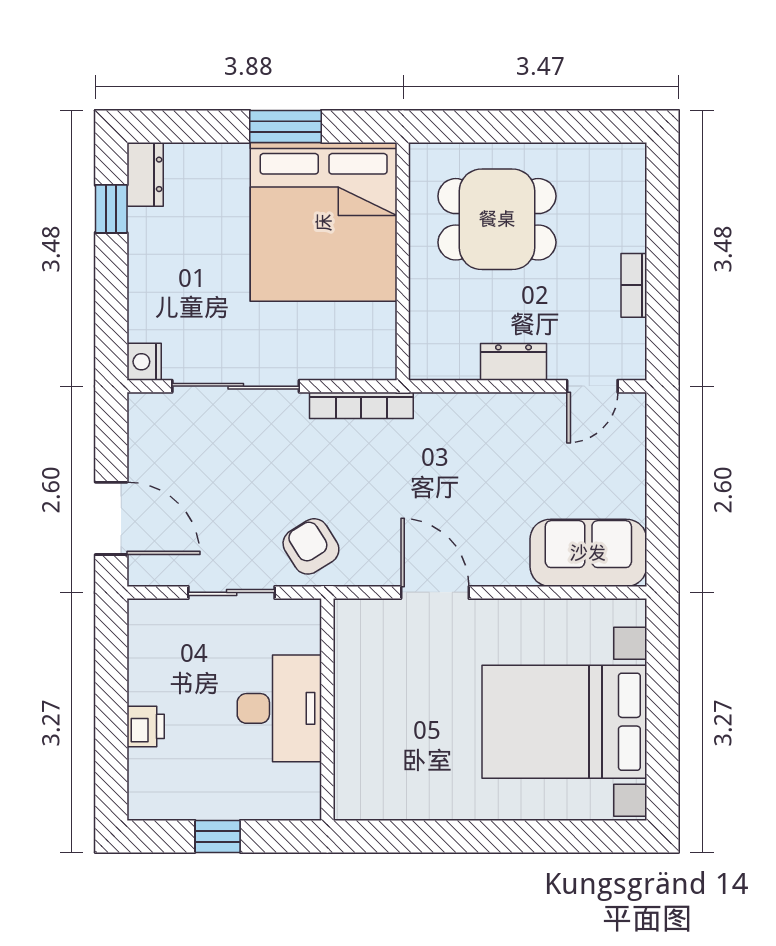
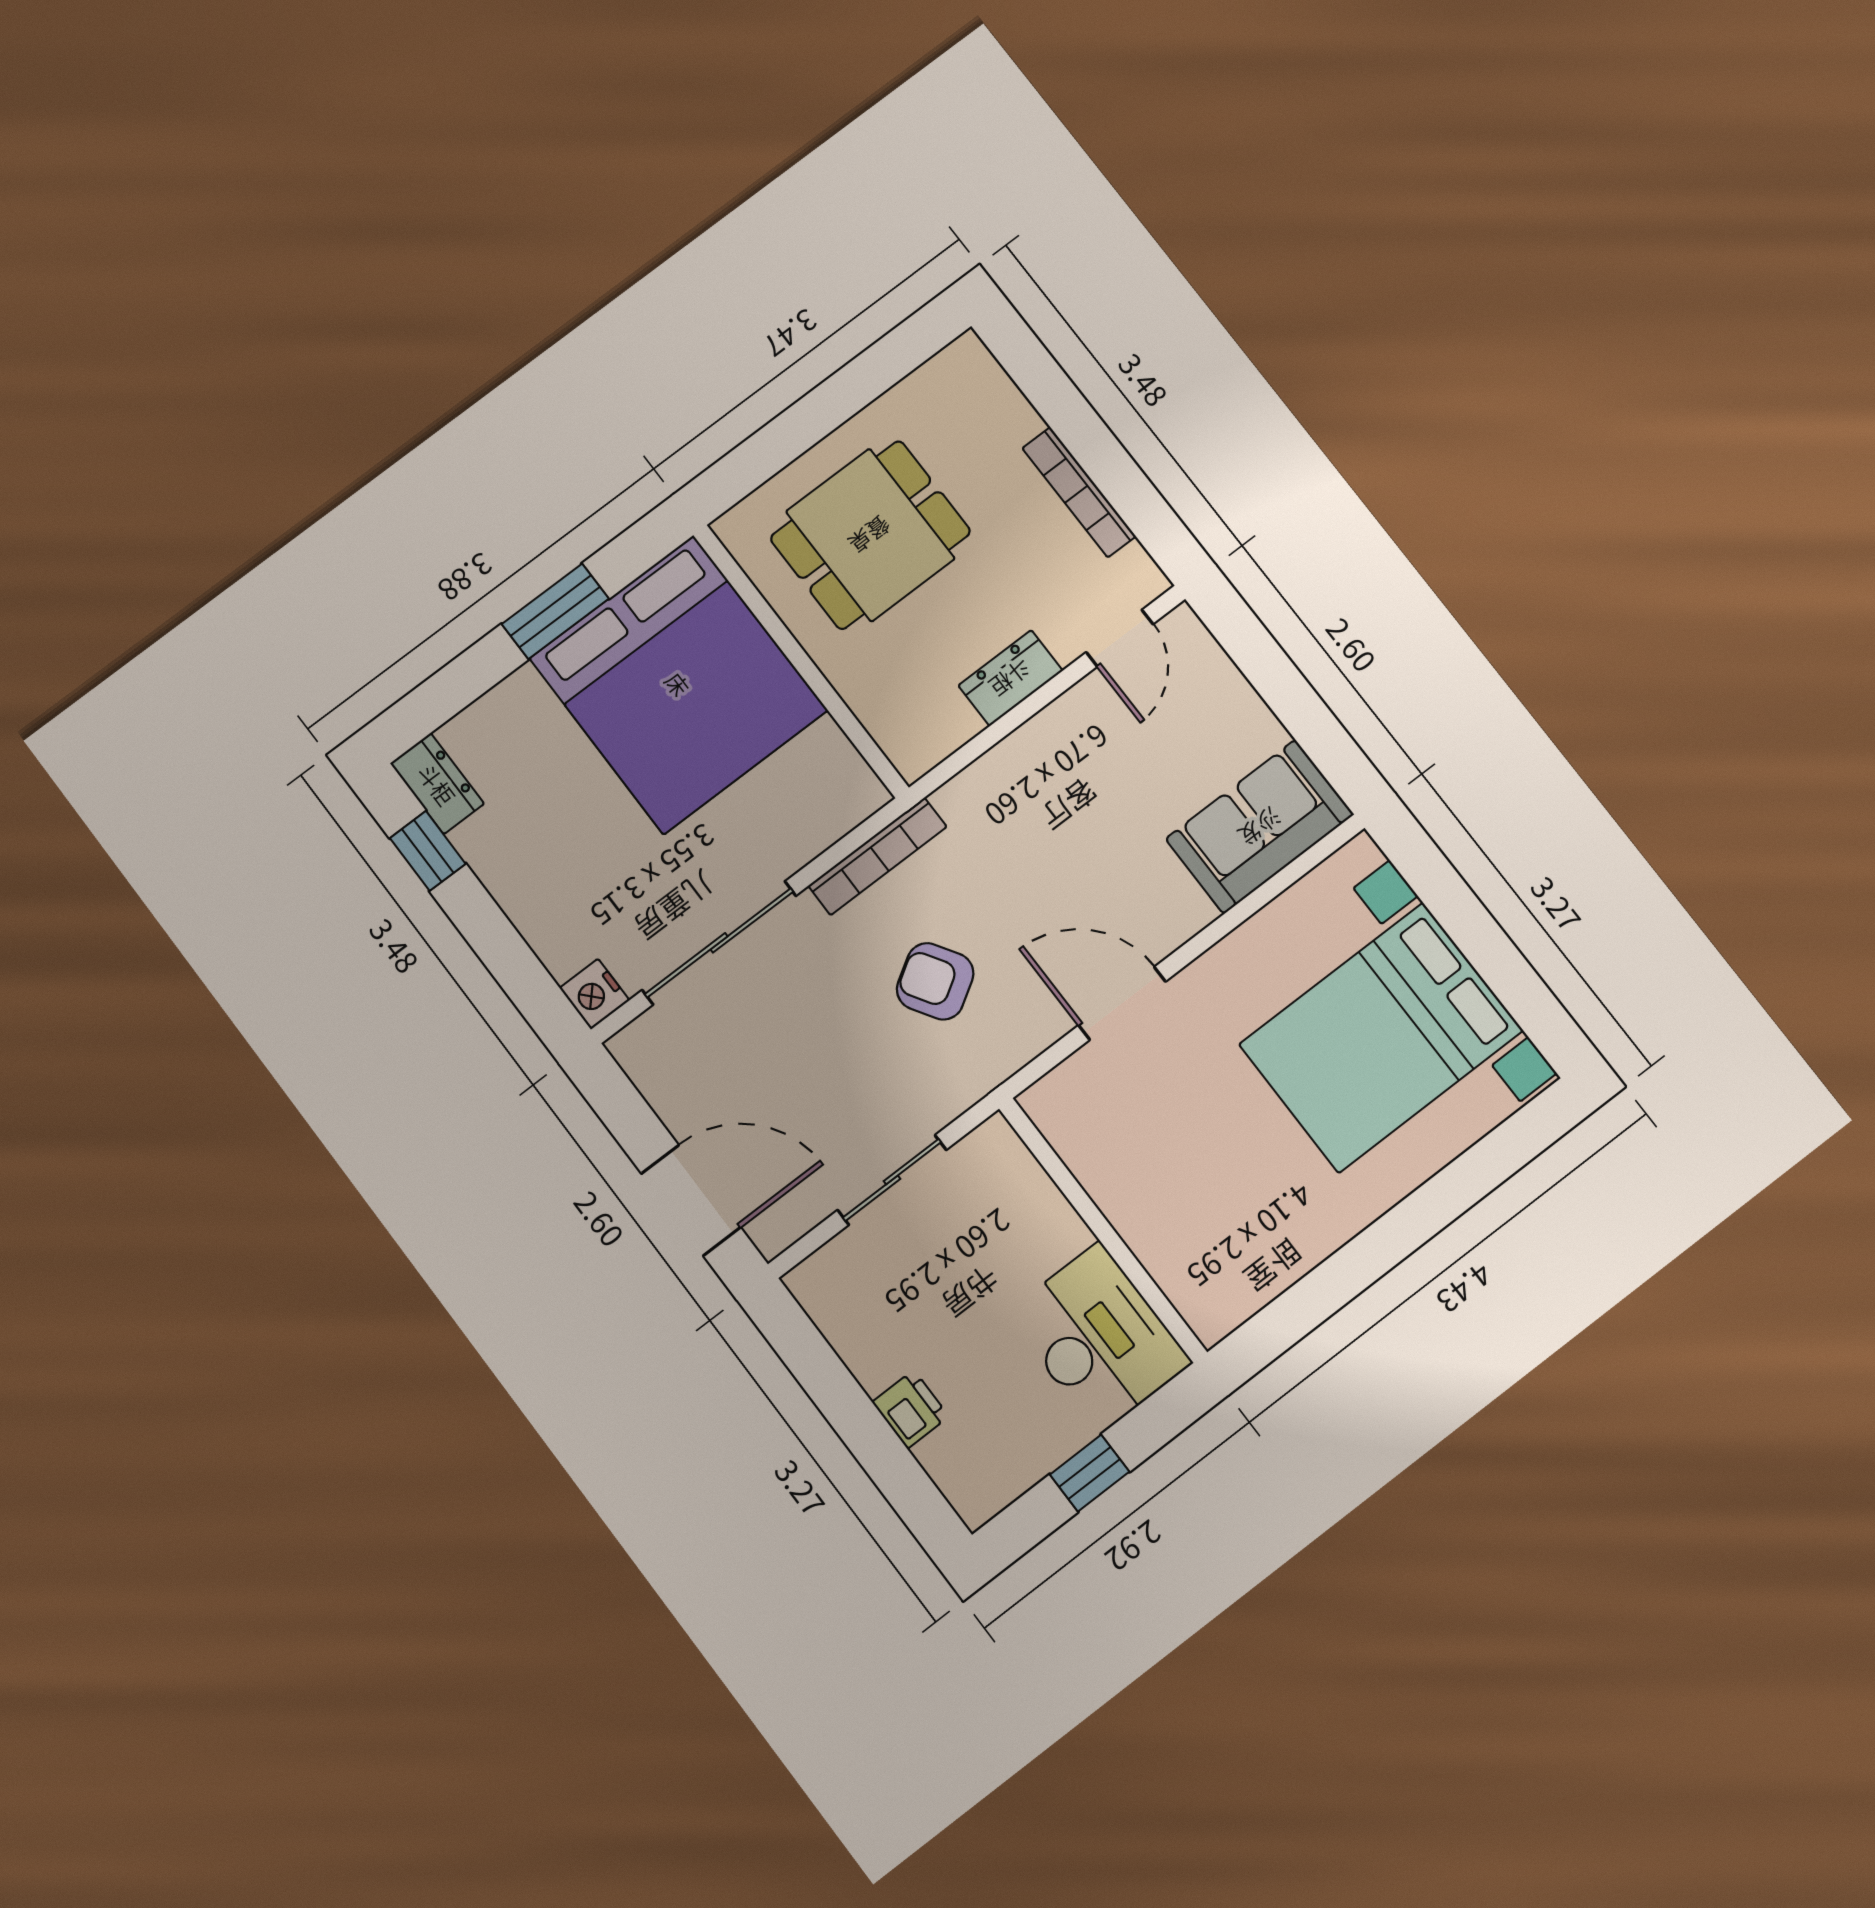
bookcase: (634, 285) -> (1079, 492), width x1.56
armchair: (311, 546) -> (935, 981), moved
desk: (279, 708) -> (1099, 1338), moved

